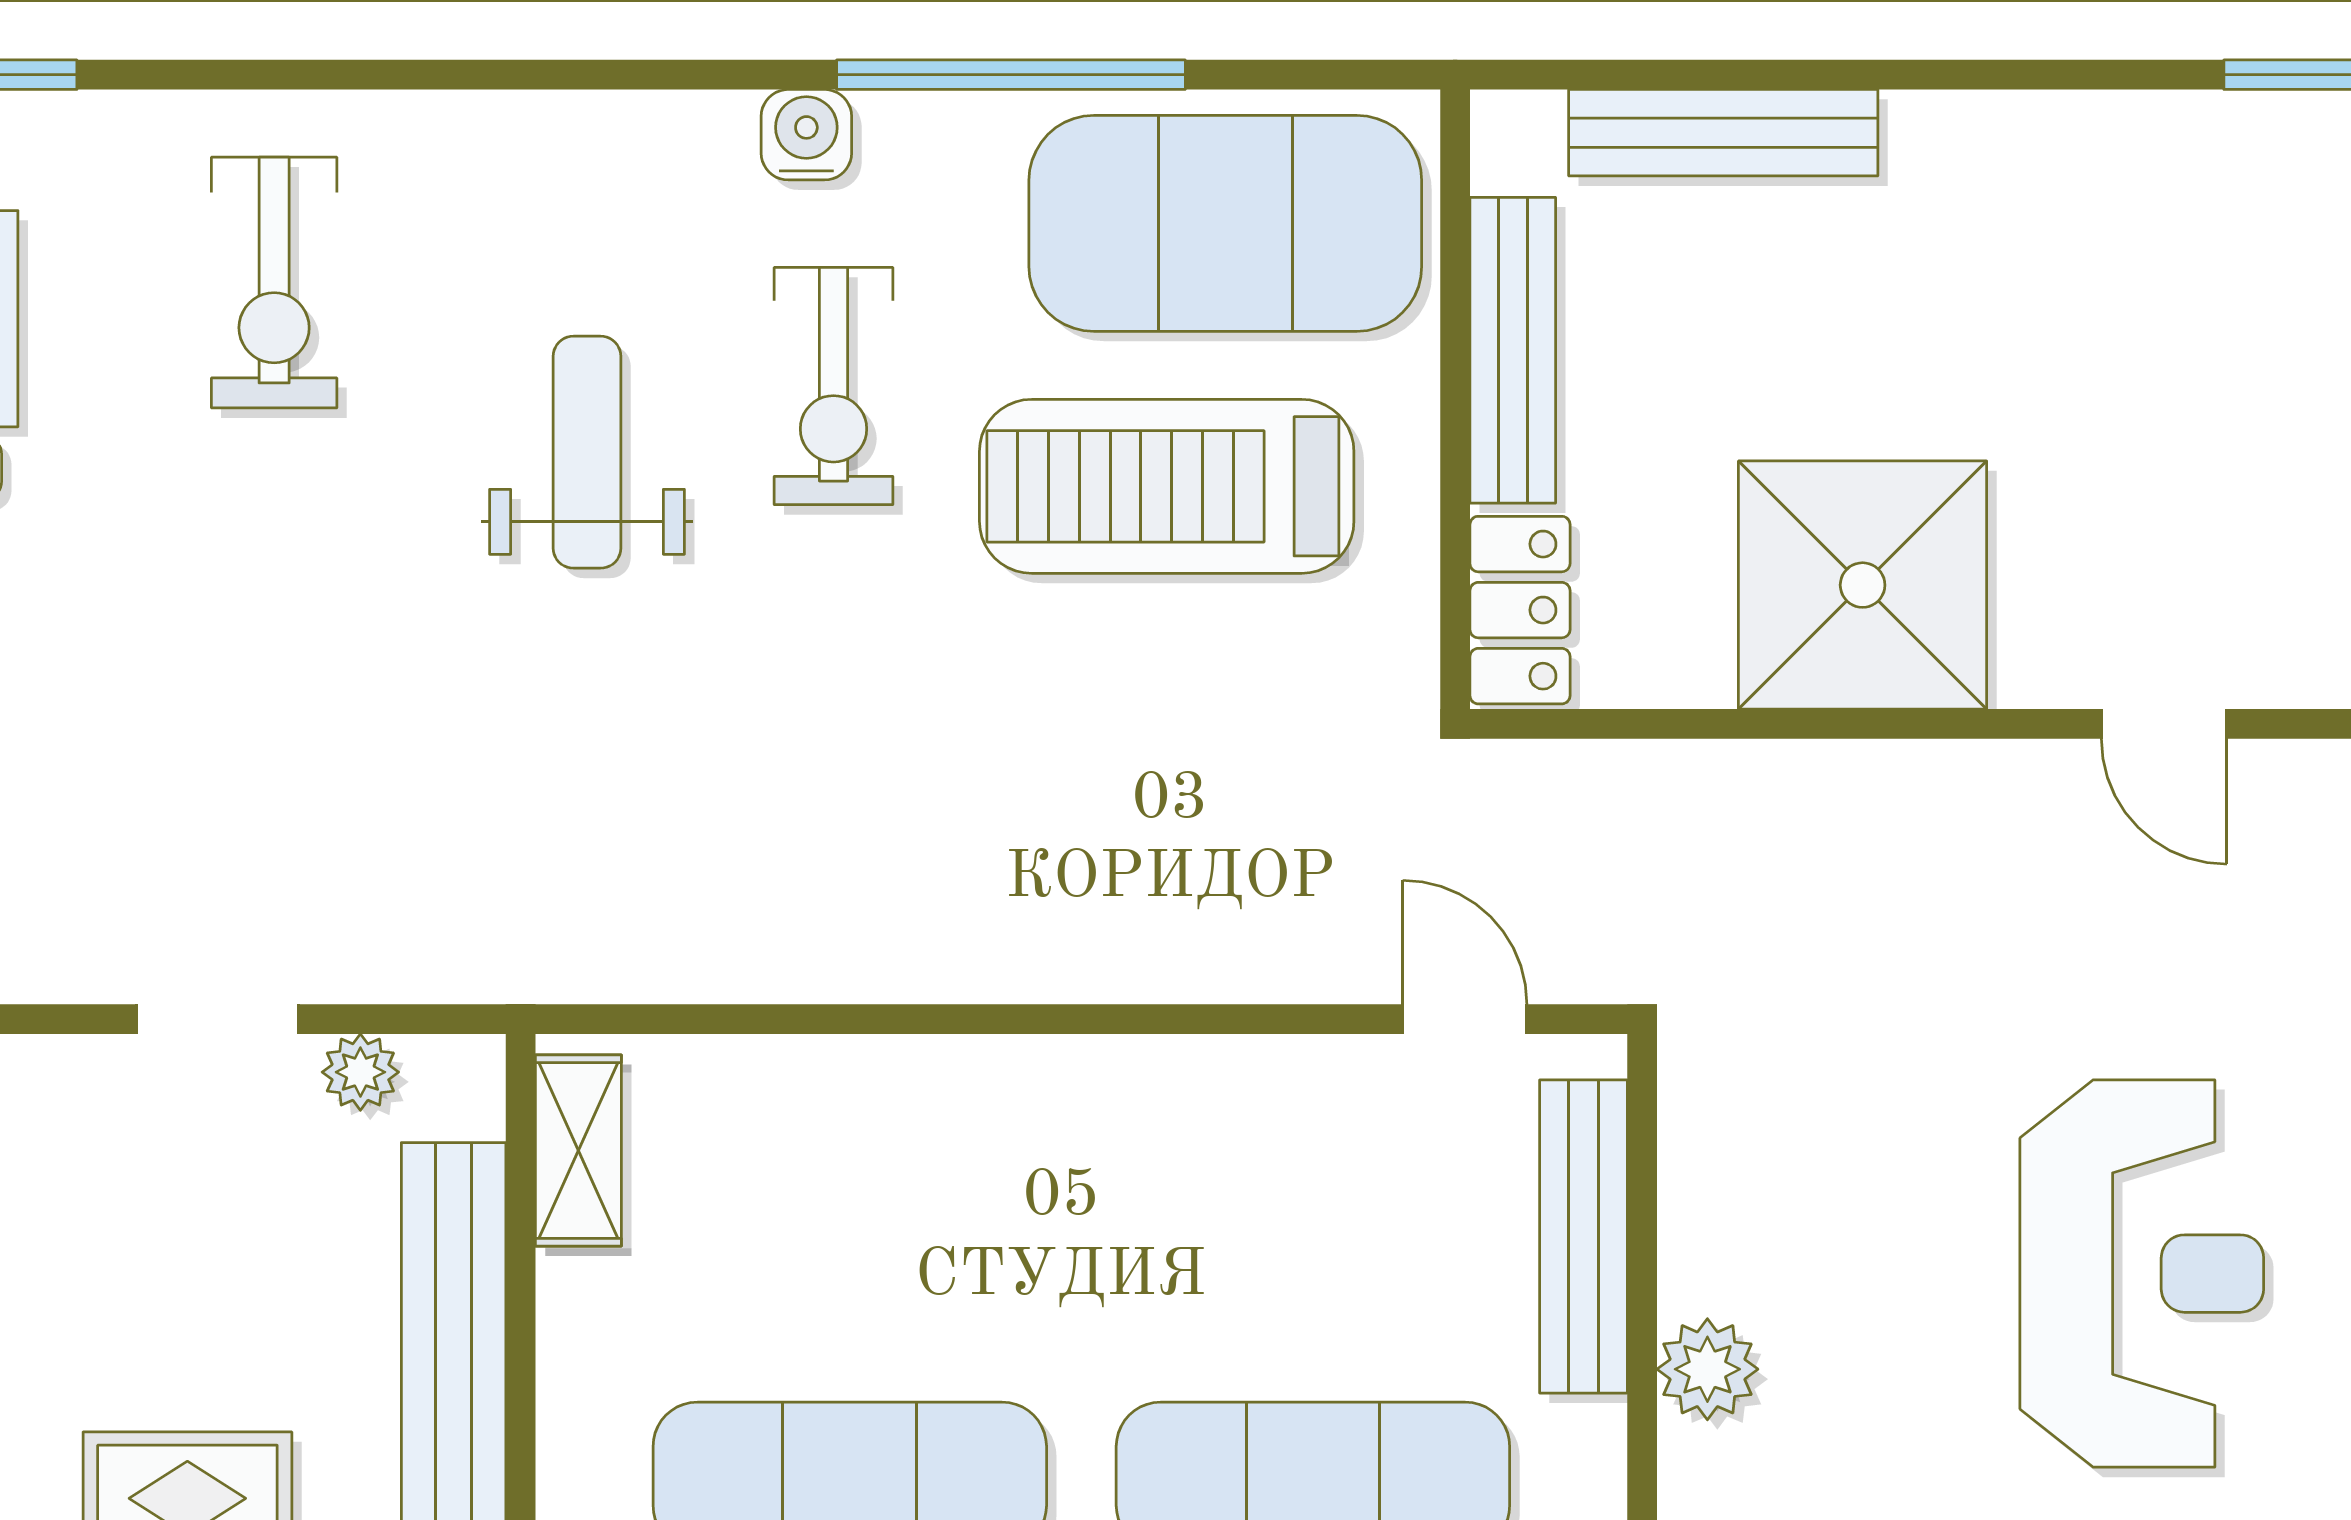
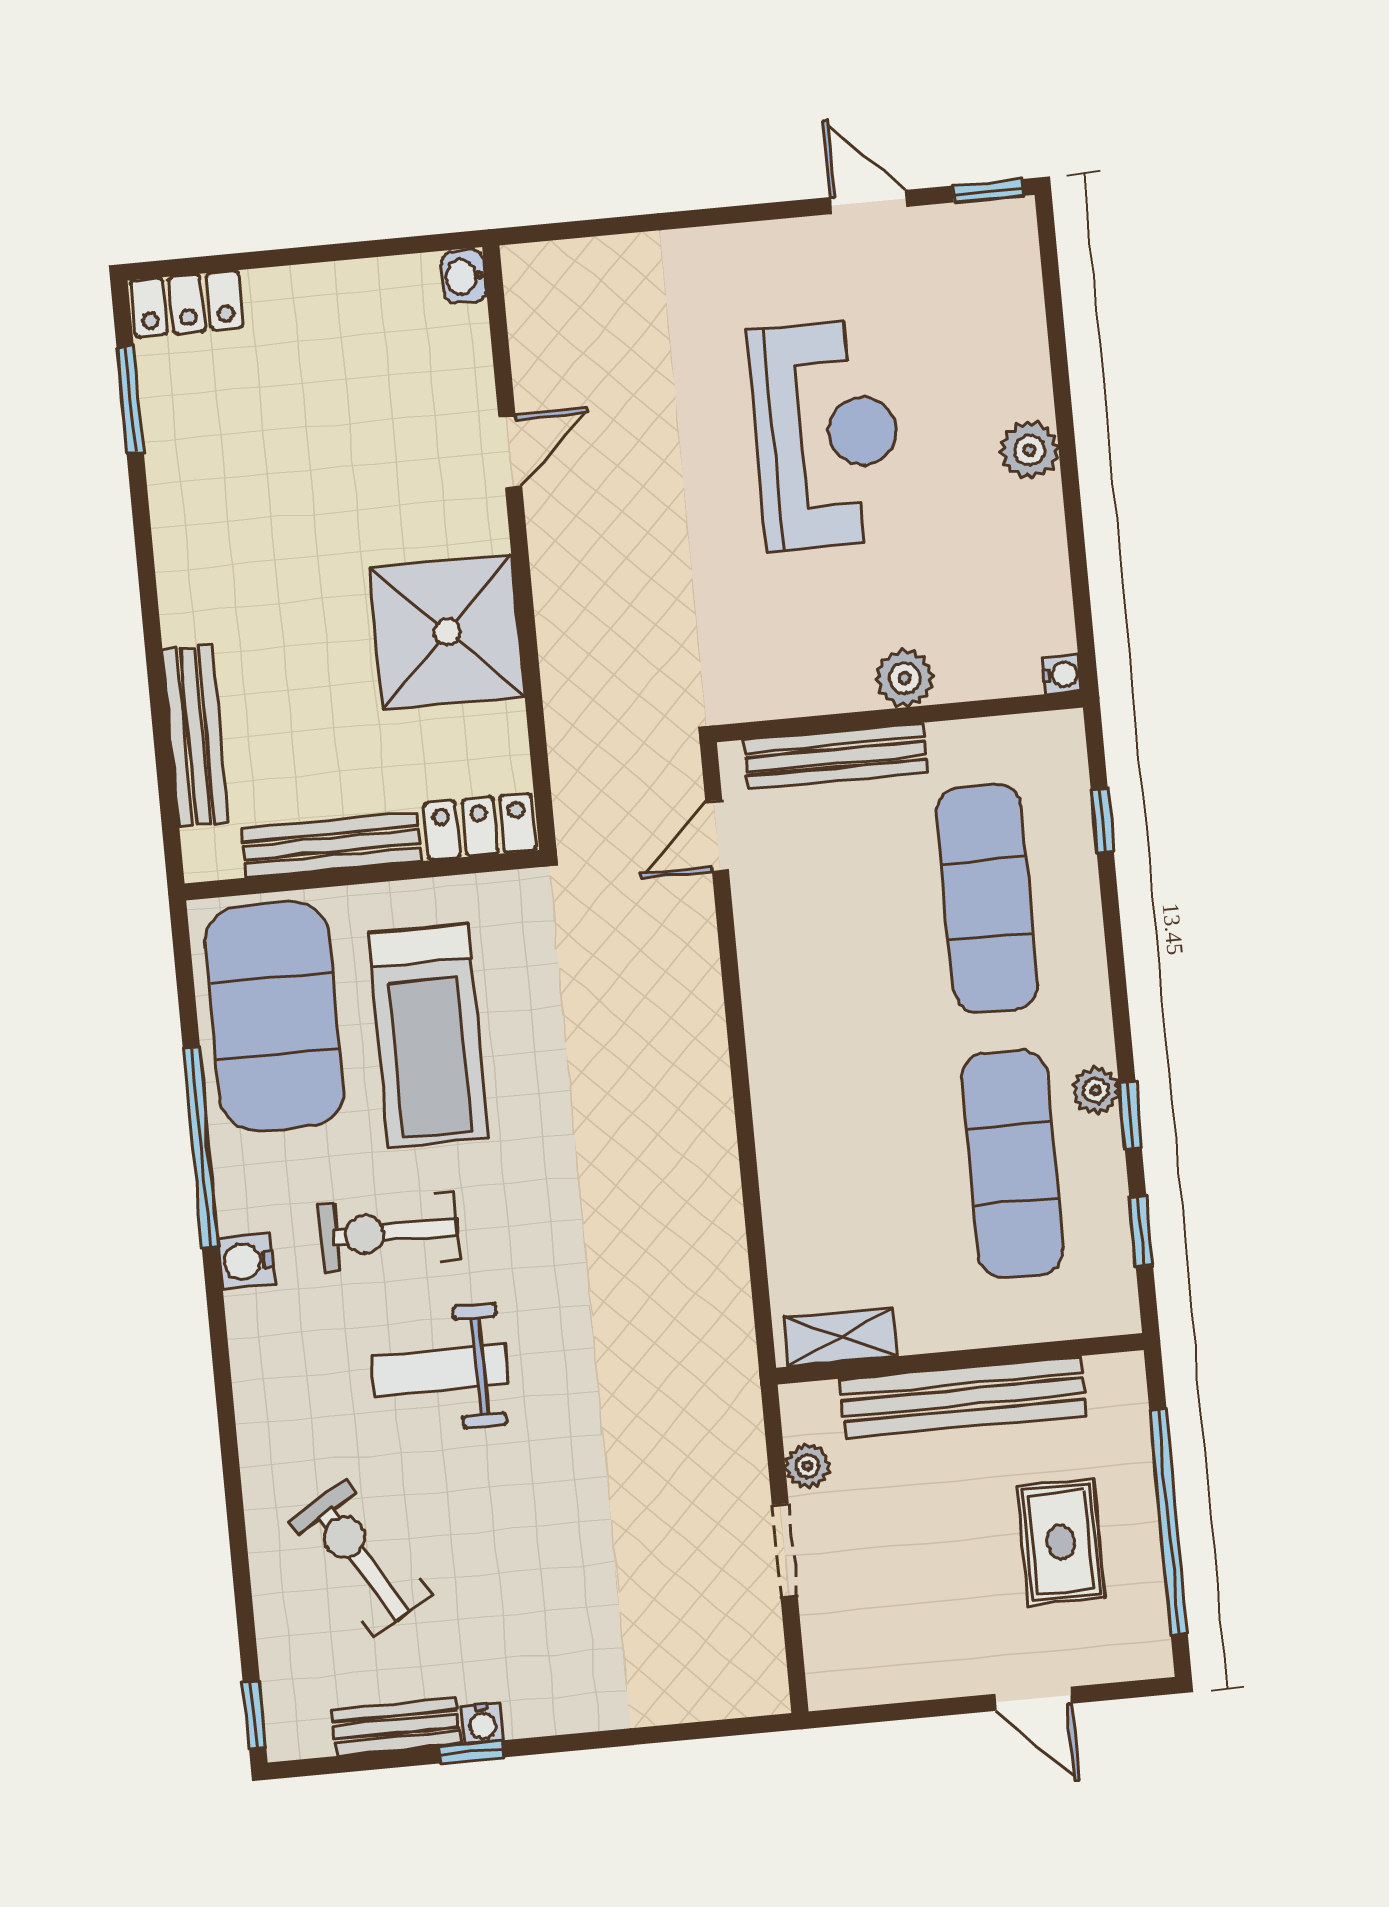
exercise bike: (274, 283) -> (360, 1558), turned -121
exercise bike: (833, 386) -> (389, 1232), turned 180
reception desk: (2142, 1274) -> (826, 435), turned 90

